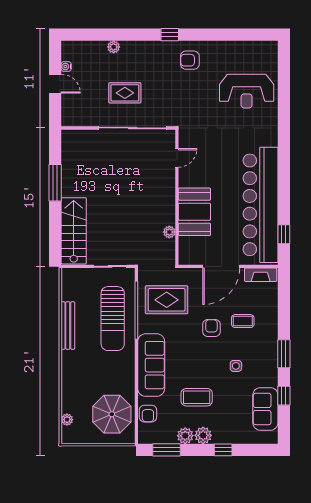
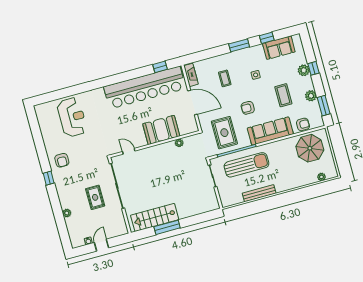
stairs: (74, 231) -> (155, 217), moved
armchair: (211, 328) -> (248, 108), moved
plant: (203, 435) -> (304, 70), moved

